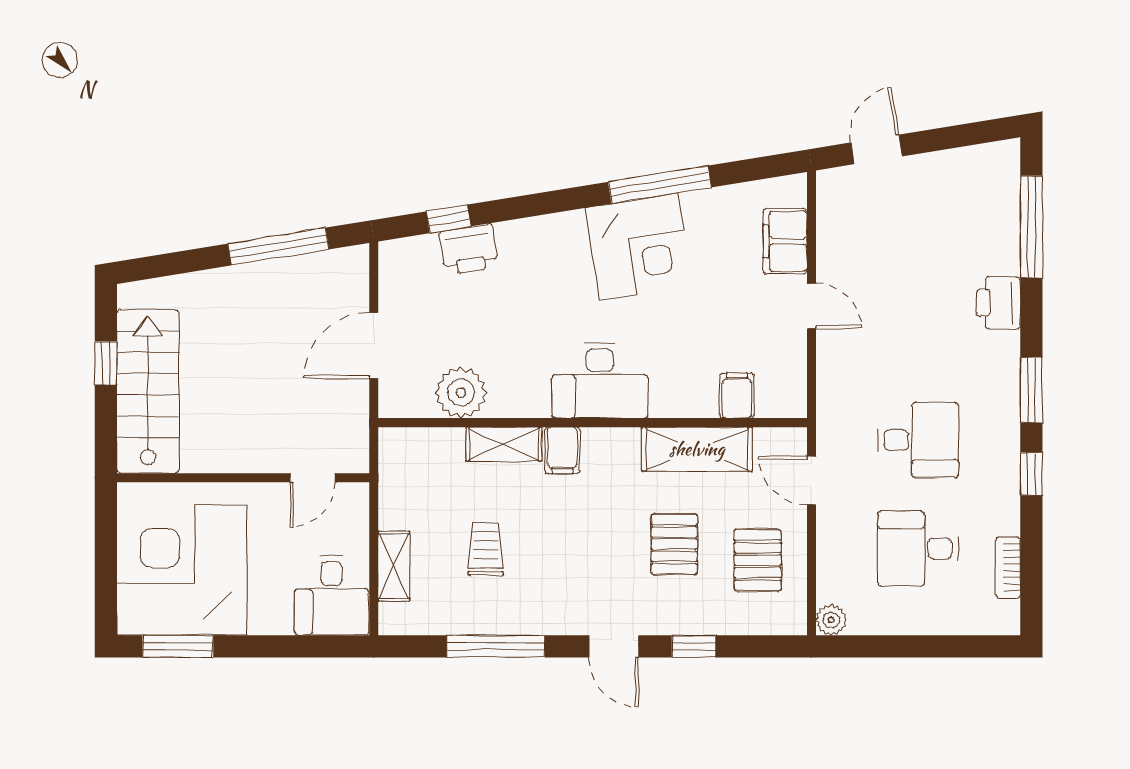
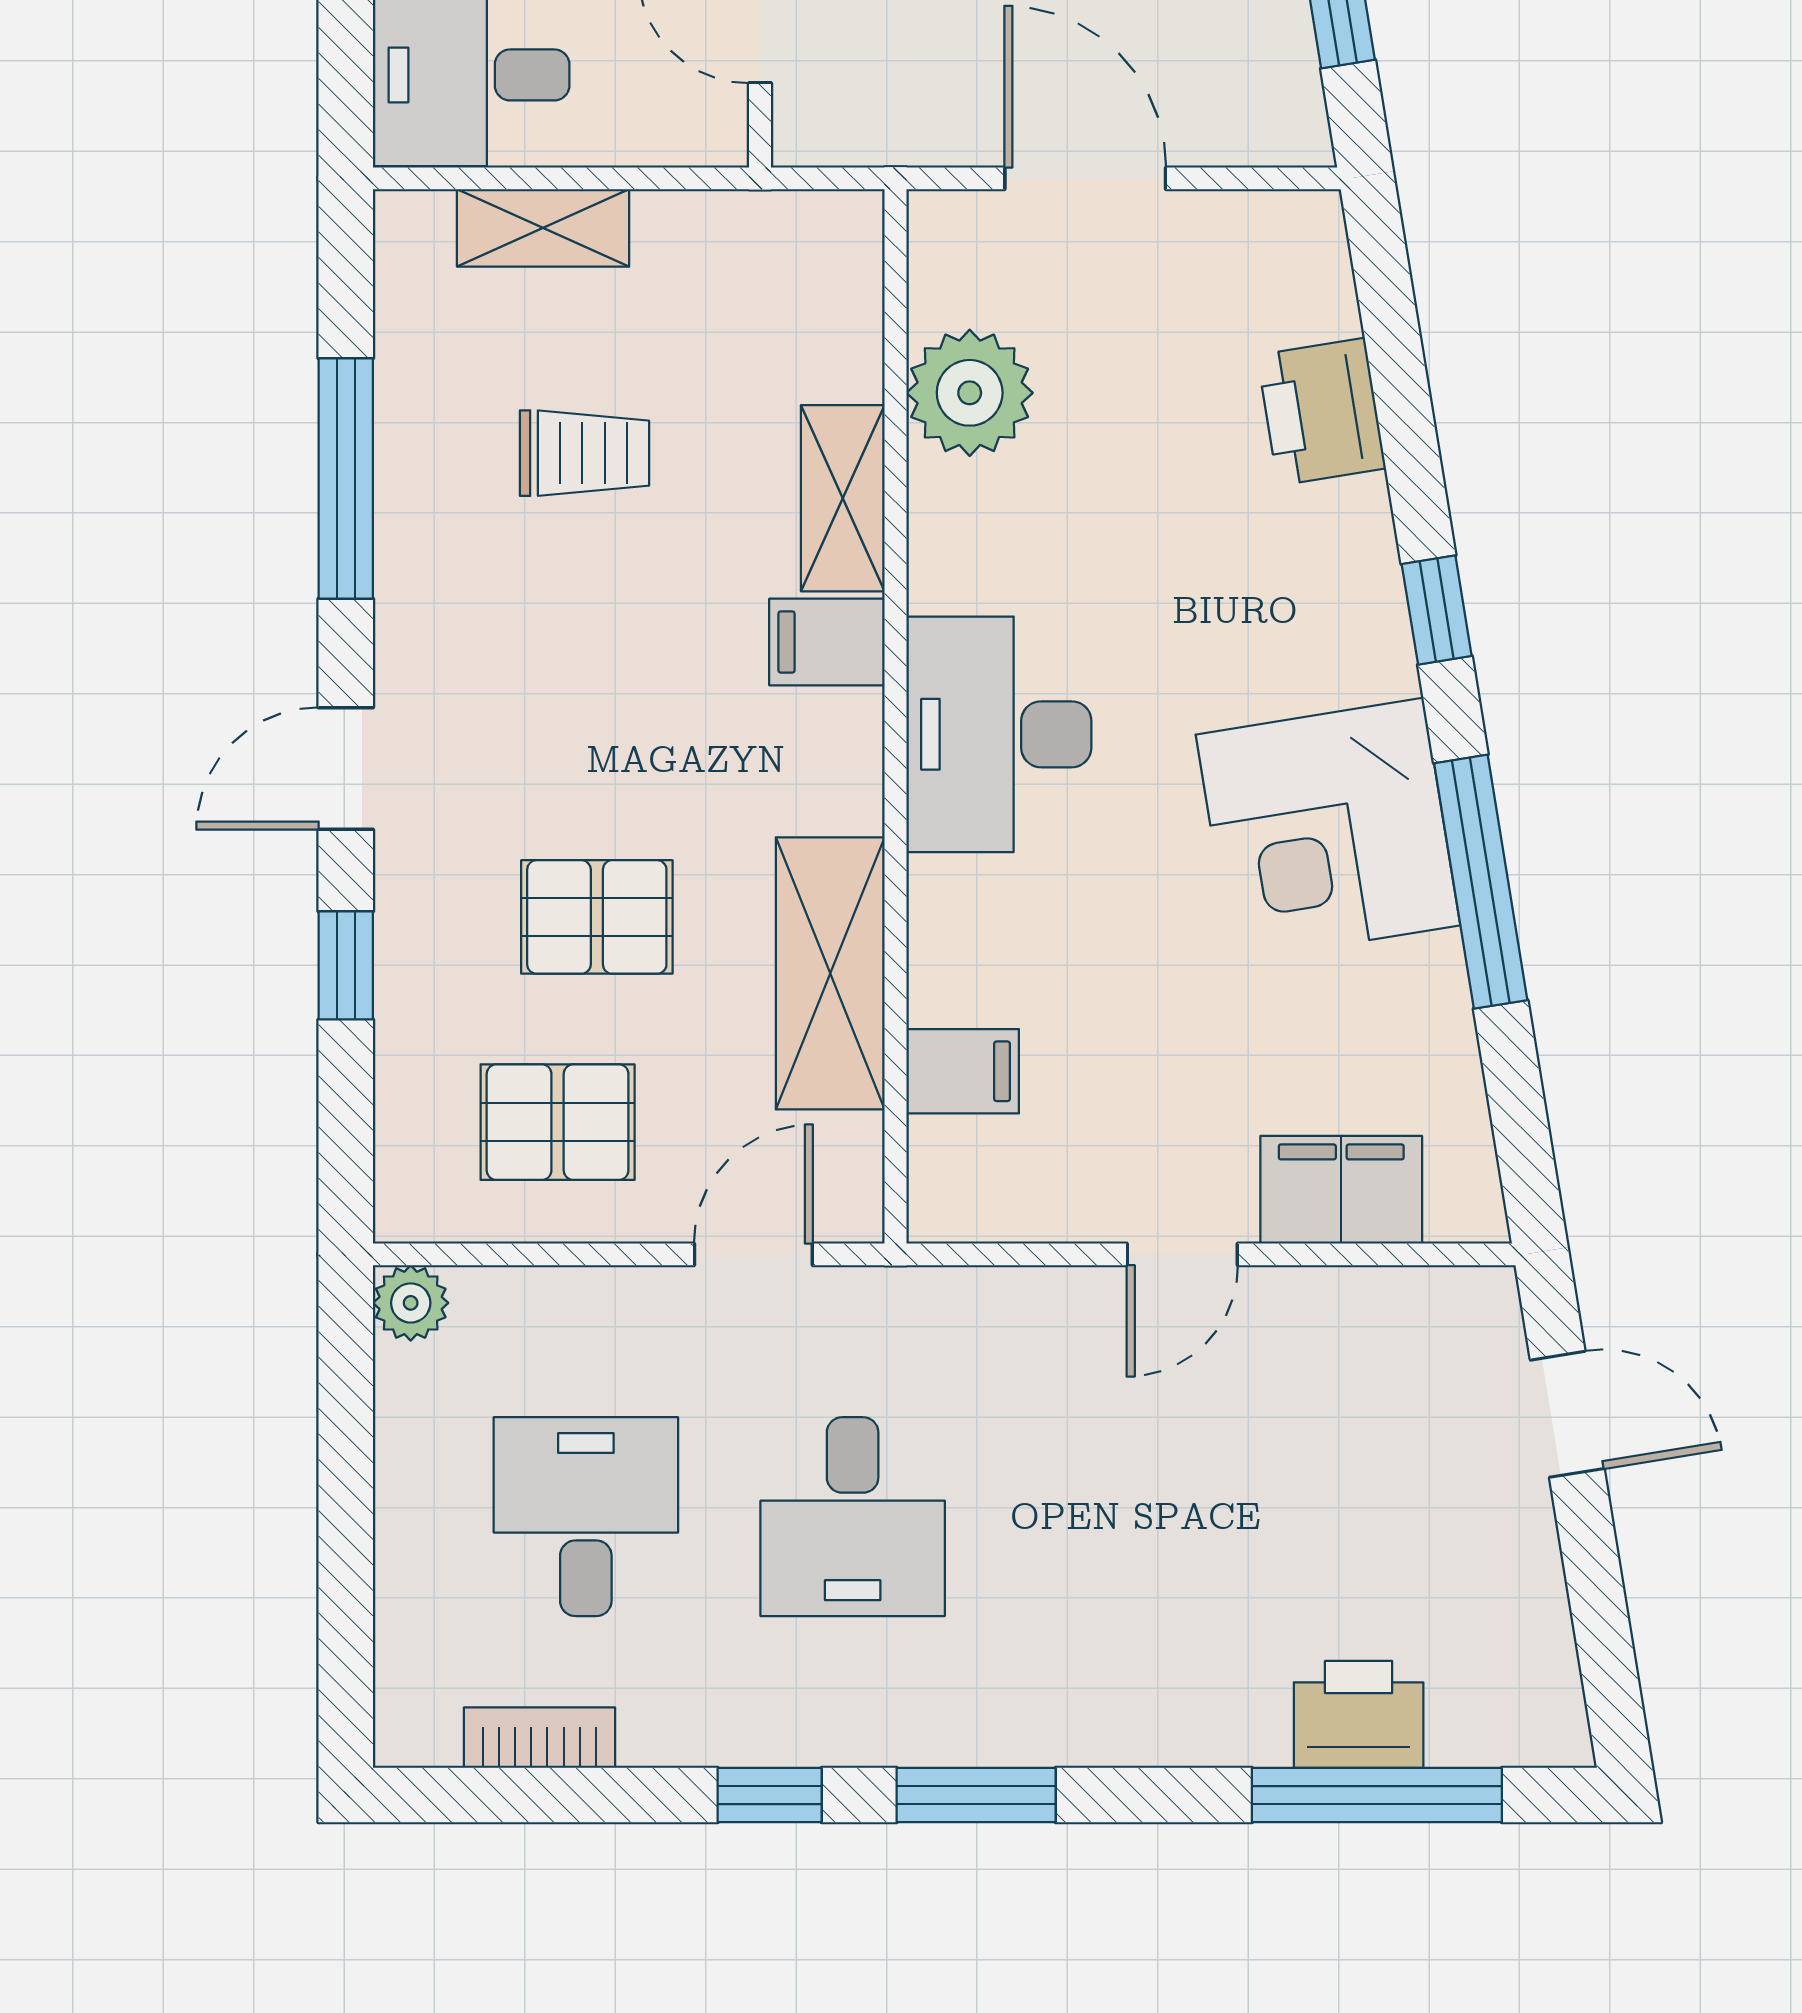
window: (449, 219) -> (1437, 610), moved
printer: (999, 303) -> (1359, 1714), moved

